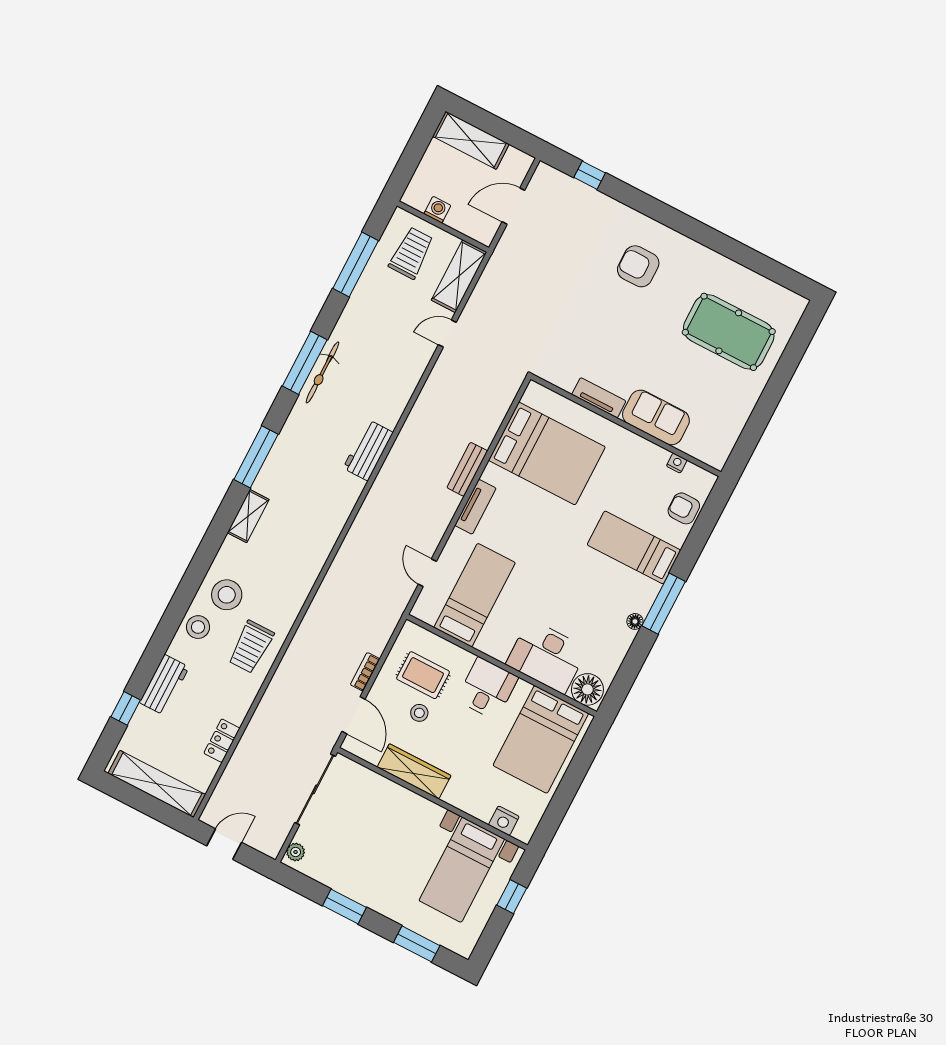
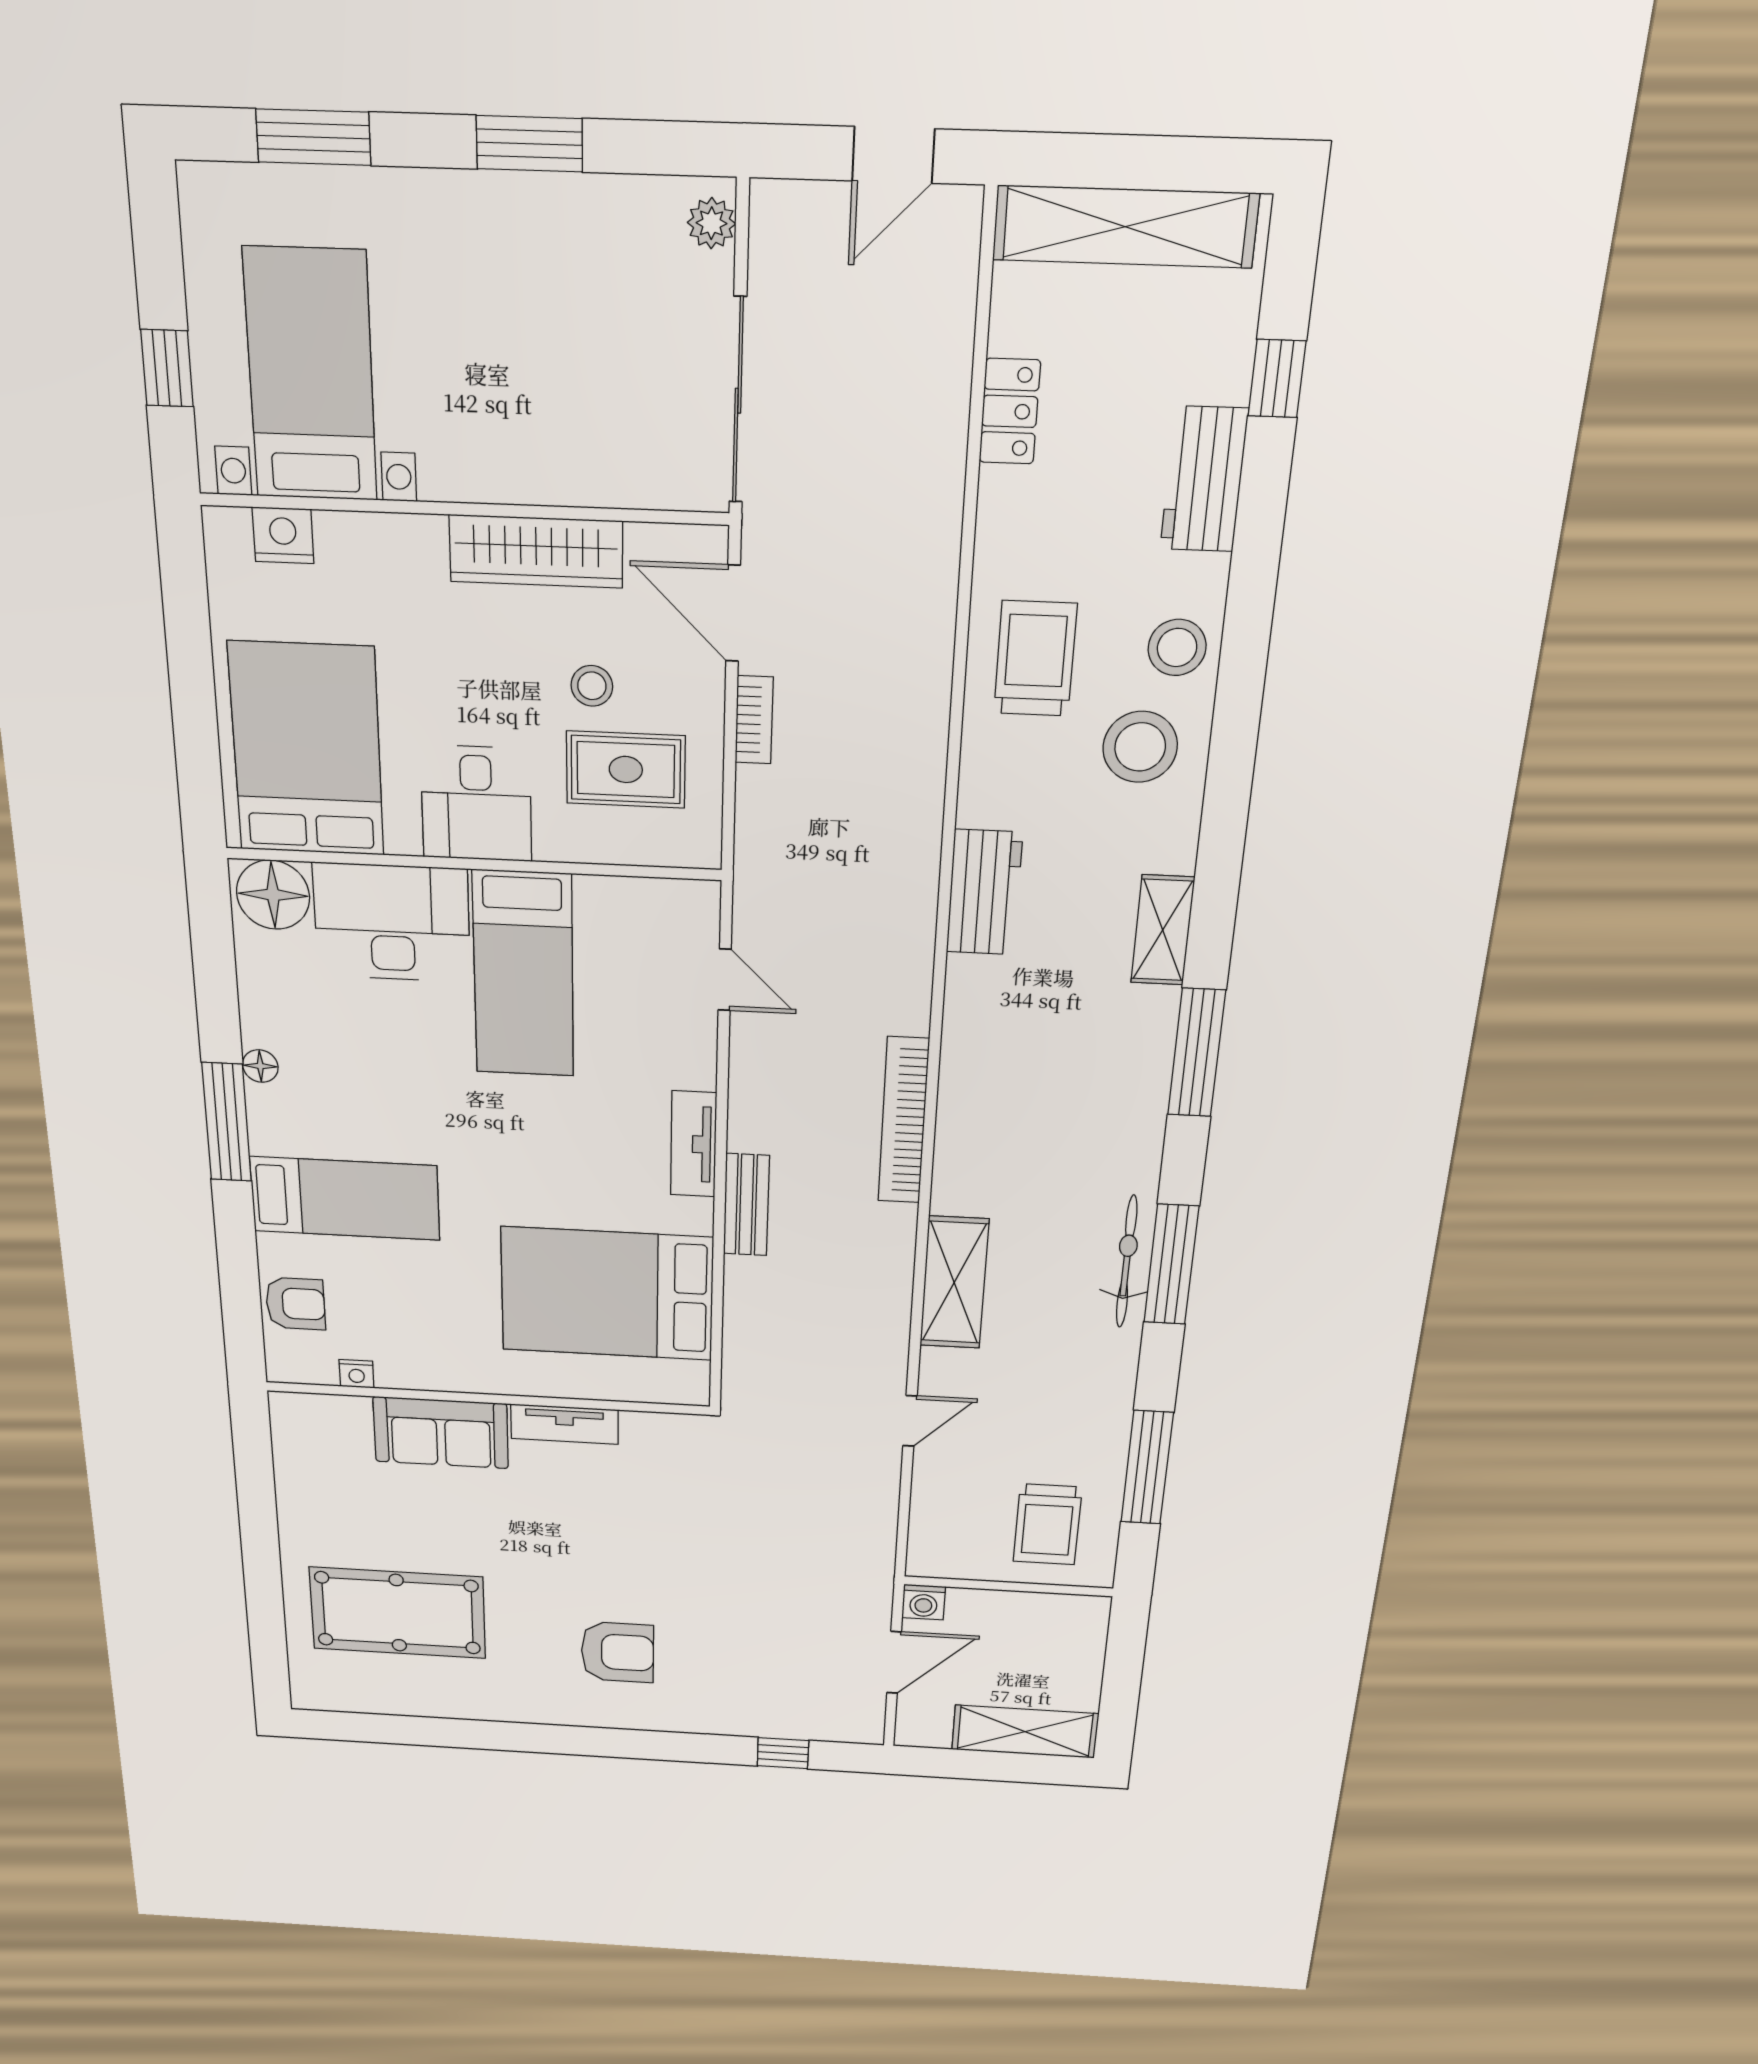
washing machine: (437, 210) -> (924, 1602), moved
shelving: (459, 276) -> (954, 1283), moved
workbench: (368, 450) -> (984, 892), moved
bookcase: (385, 479) -> (904, 1121), added
bed: (475, 595) -> (523, 974), moved

